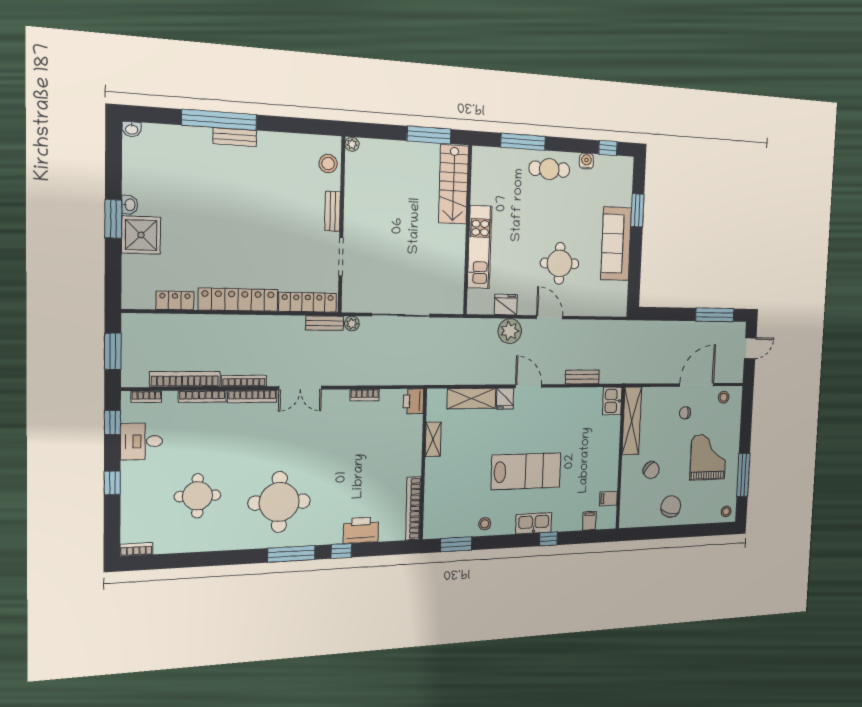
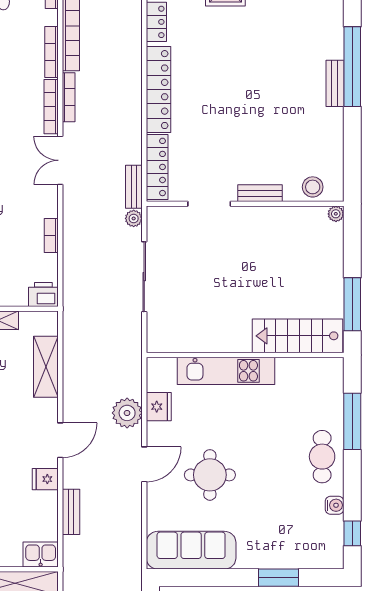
sofa: (616, 244) -> (191, 550), moved
fridge: (505, 399) -> (45, 479), moved

